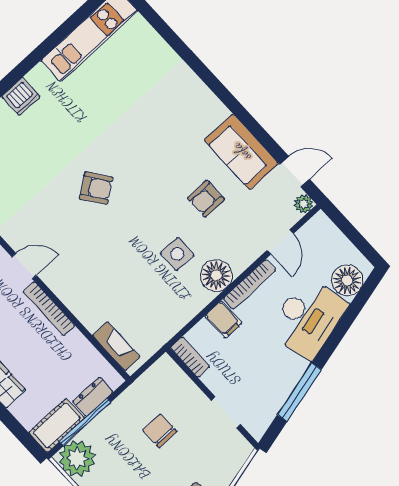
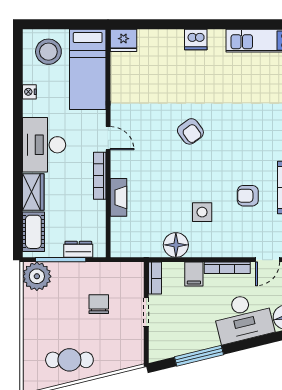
floor lamp: (216, 275) -> (176, 245), moved
fireplace: (116, 346) -> (118, 197), moved
doorway: (226, 412) -> (146, 312), moved
cot: (57, 425) -> (33, 232), moved, turned 90

